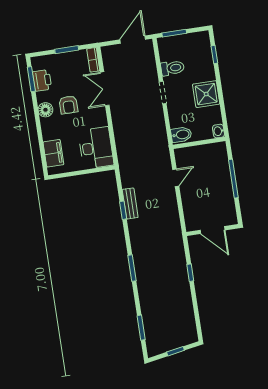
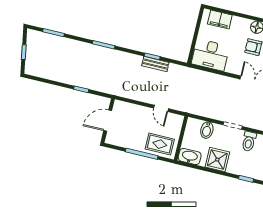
washbasin: (218, 131) -> (190, 157), width x1.91, depth x1.45
bidet: (181, 135) -> (207, 130), moved
rug: (215, 163) -> (160, 144), added

